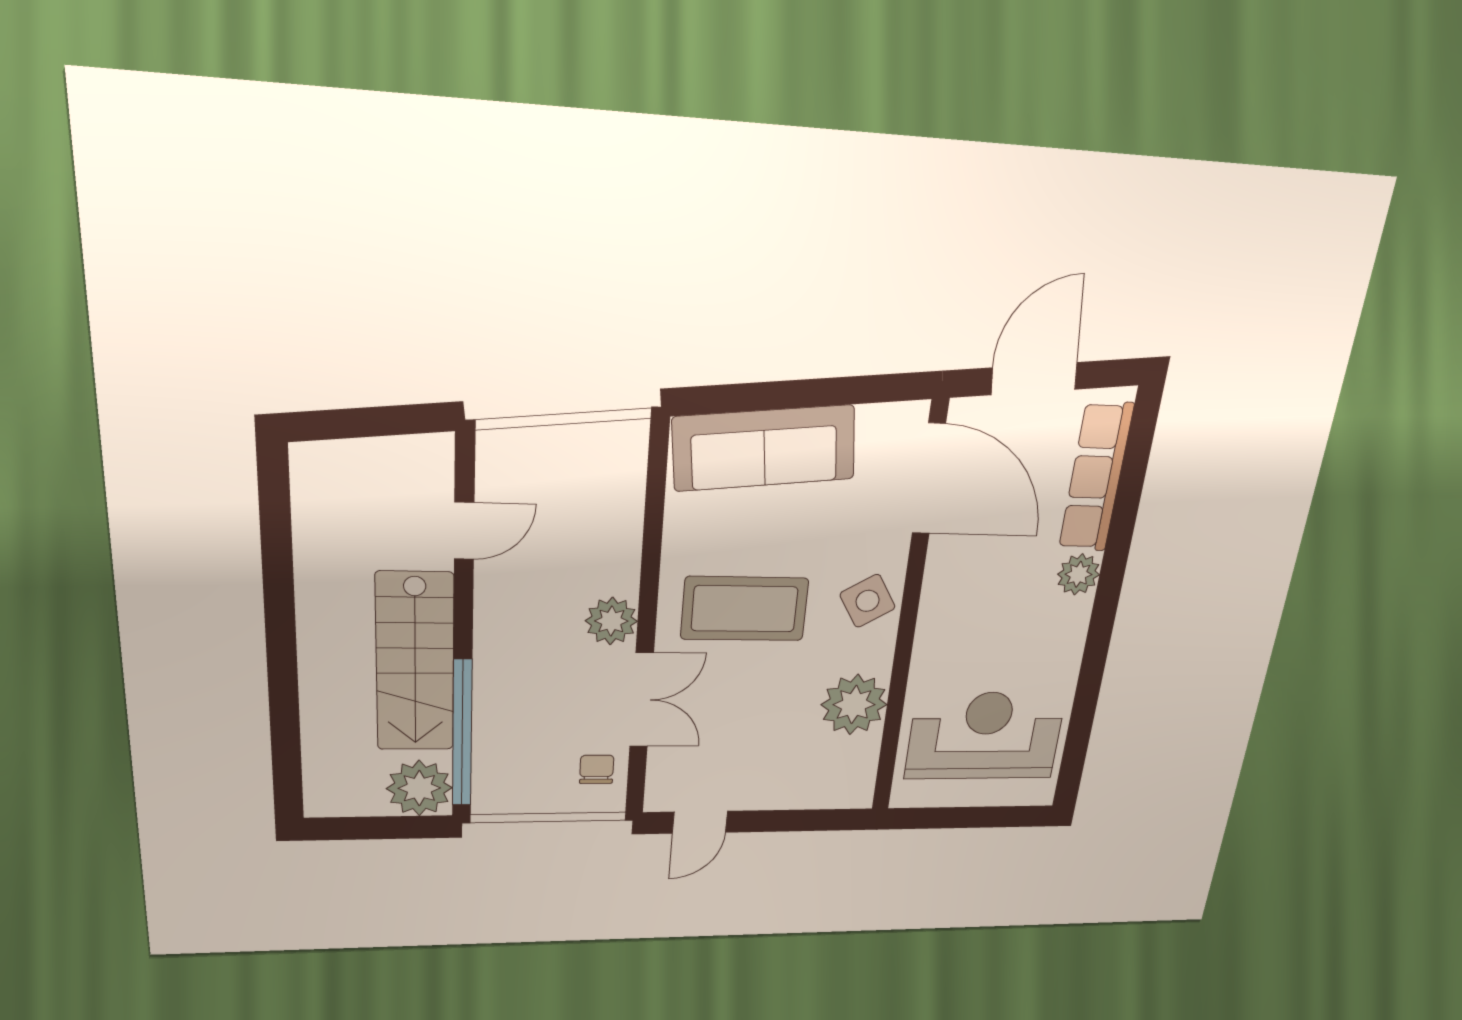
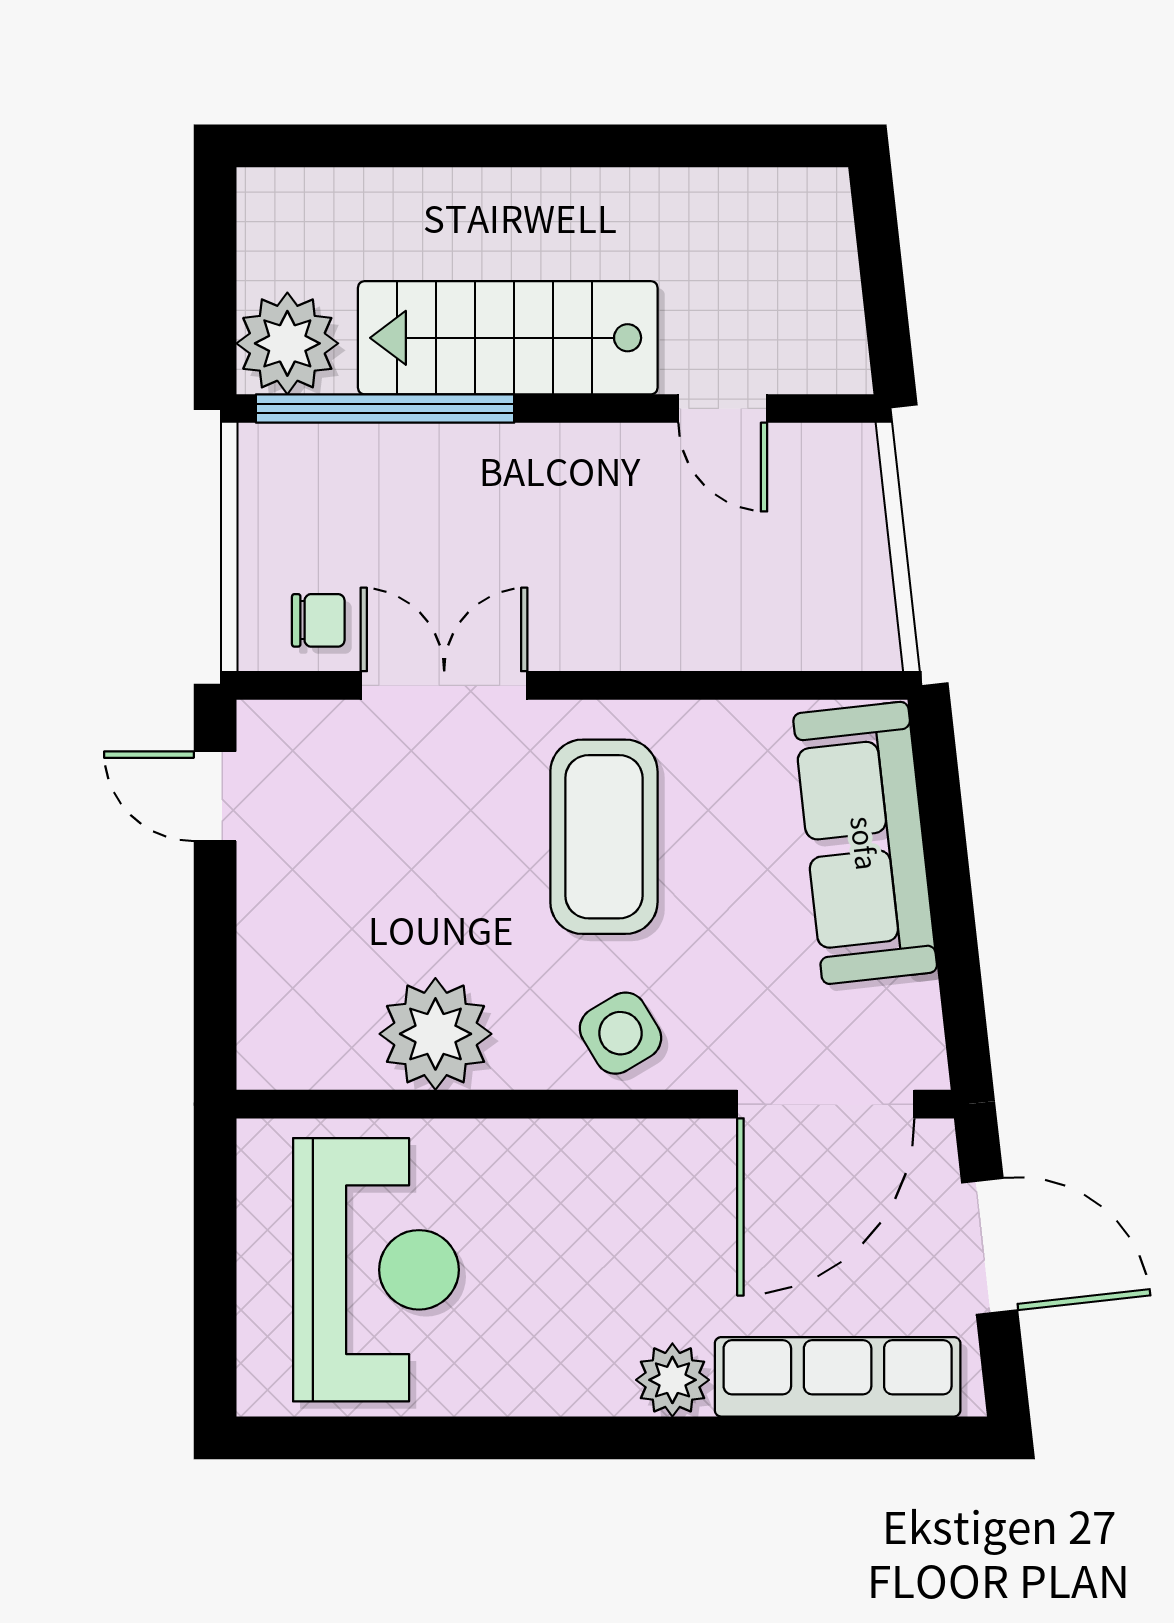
plant: (611, 621) -> (580, 631), removed
double door: (642, 700) -> (444, 685), swing flipped

